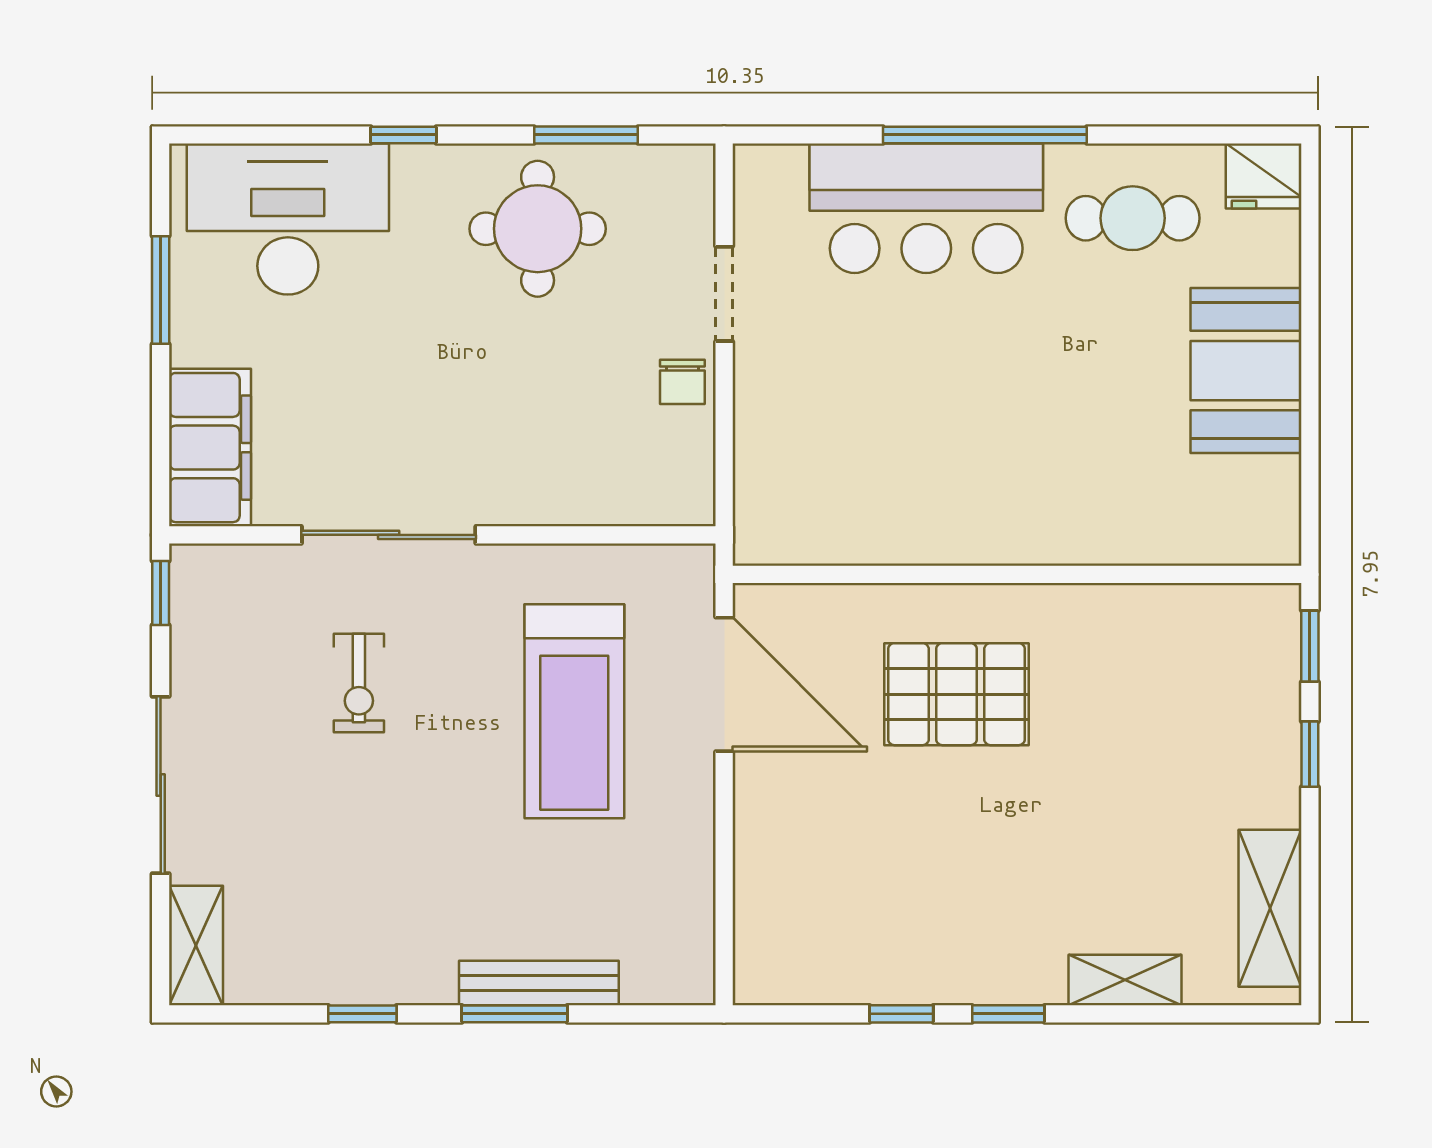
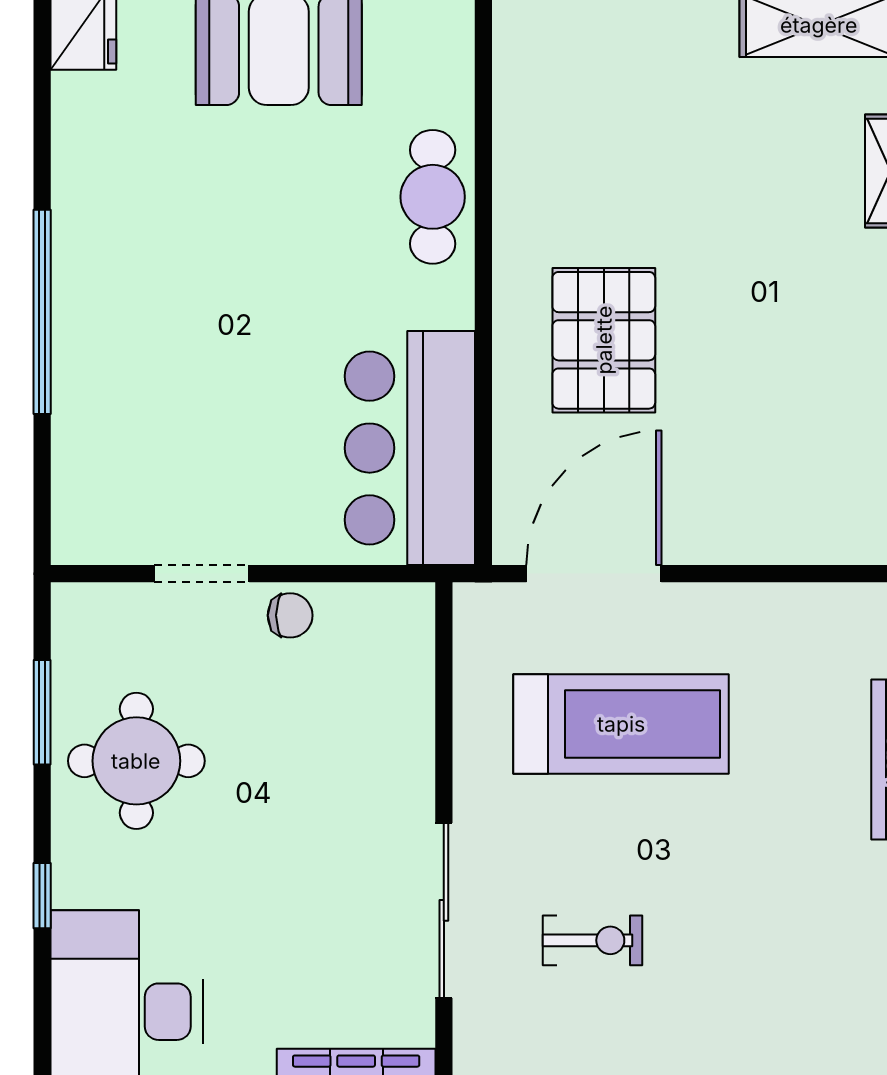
bar counter: (926, 208) -> (410, 448), moved, turned 180
cafe table: (1133, 218) -> (433, 197), moved

